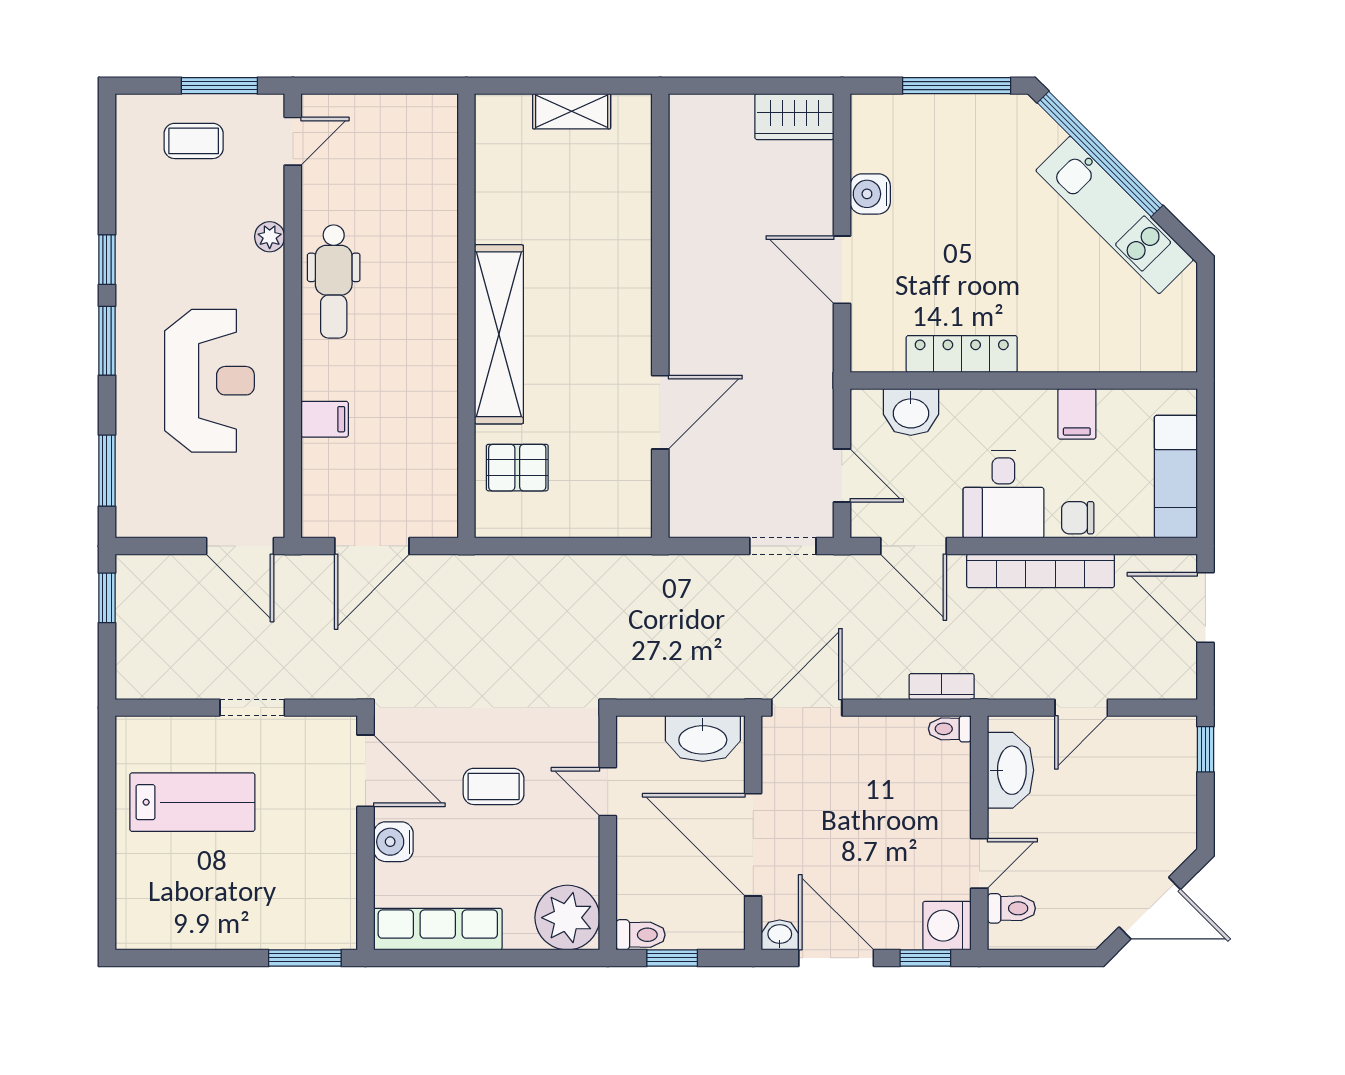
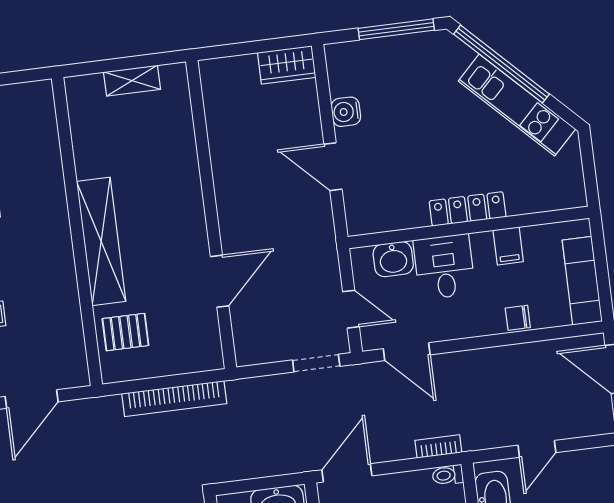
locker: (962, 354) -> (468, 209), moved
desk: (1003, 494) -> (444, 267), moved, turned 180
bookcase: (1041, 571) -> (174, 399), moved

